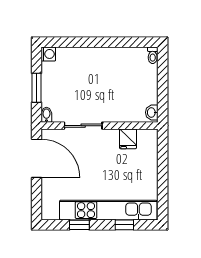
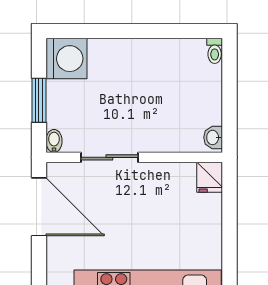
washing machine: (48, 54) -> (66, 59), width x1.89, depth x1.89
fridge: (128, 139) -> (210, 177), moved

